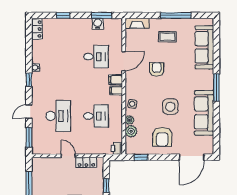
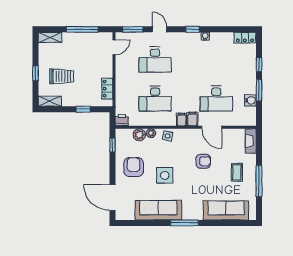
window: (101, 15) -> (259, 90), moved
desk: (96, 57) -> (216, 99), width x1.37
desk: (96, 116) -> (155, 99), width x1.37
armchair: (162, 137) -> (134, 167), turned 90
door: (68, 156) -> (114, 47), moved

